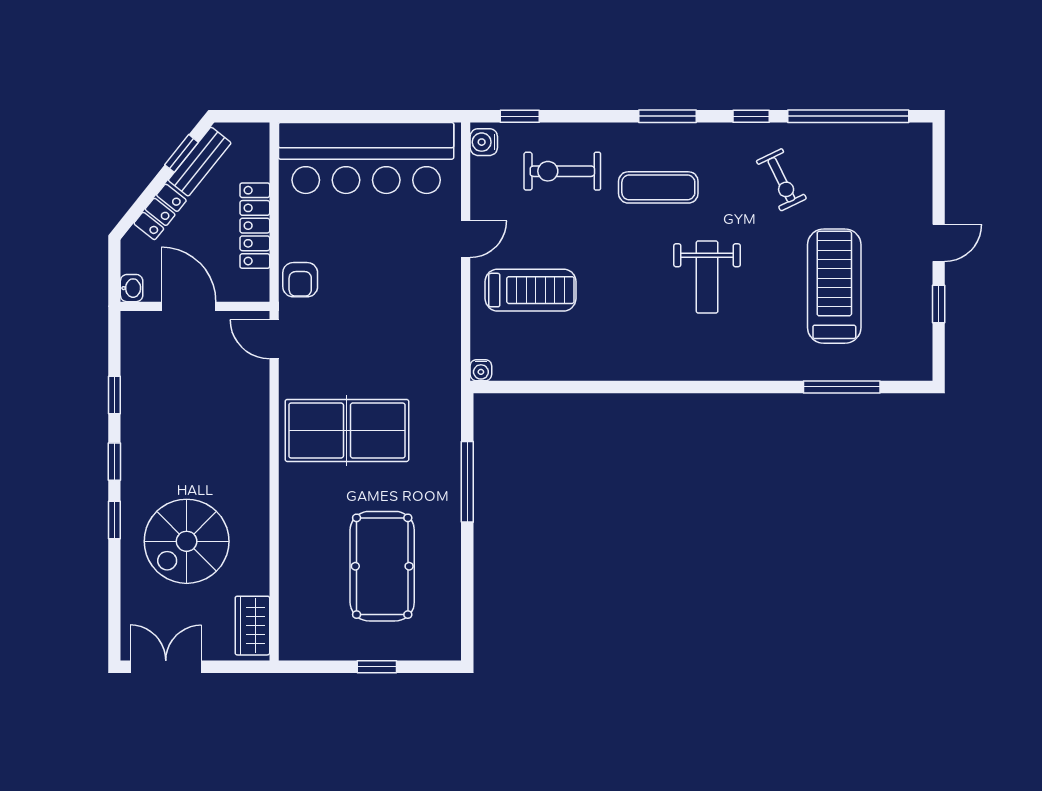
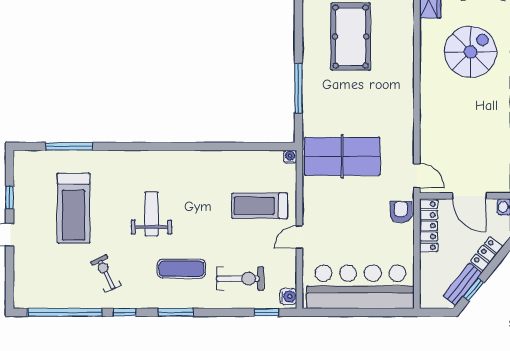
locker: (255, 226) -> (429, 226), moved
table tennis table: (347, 430) -> (342, 156), moved

